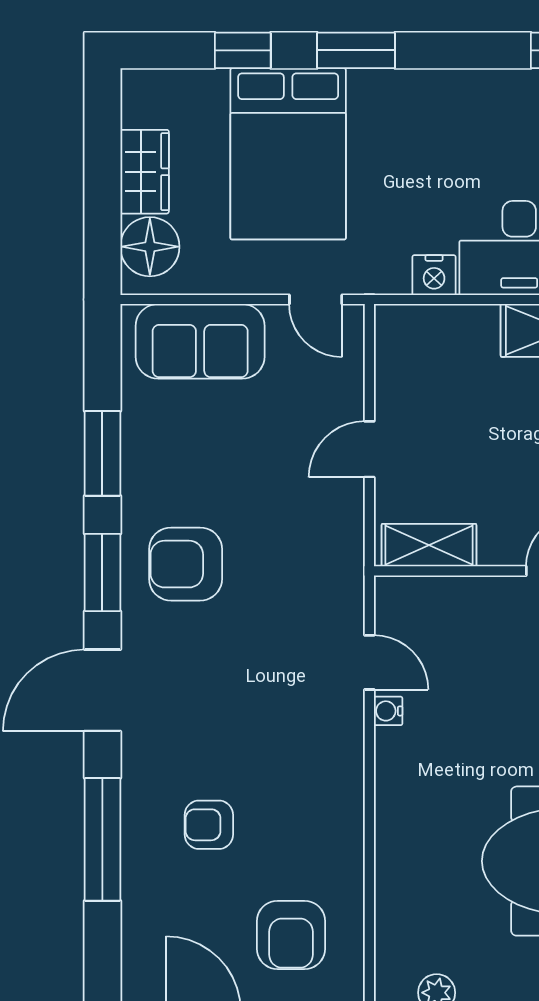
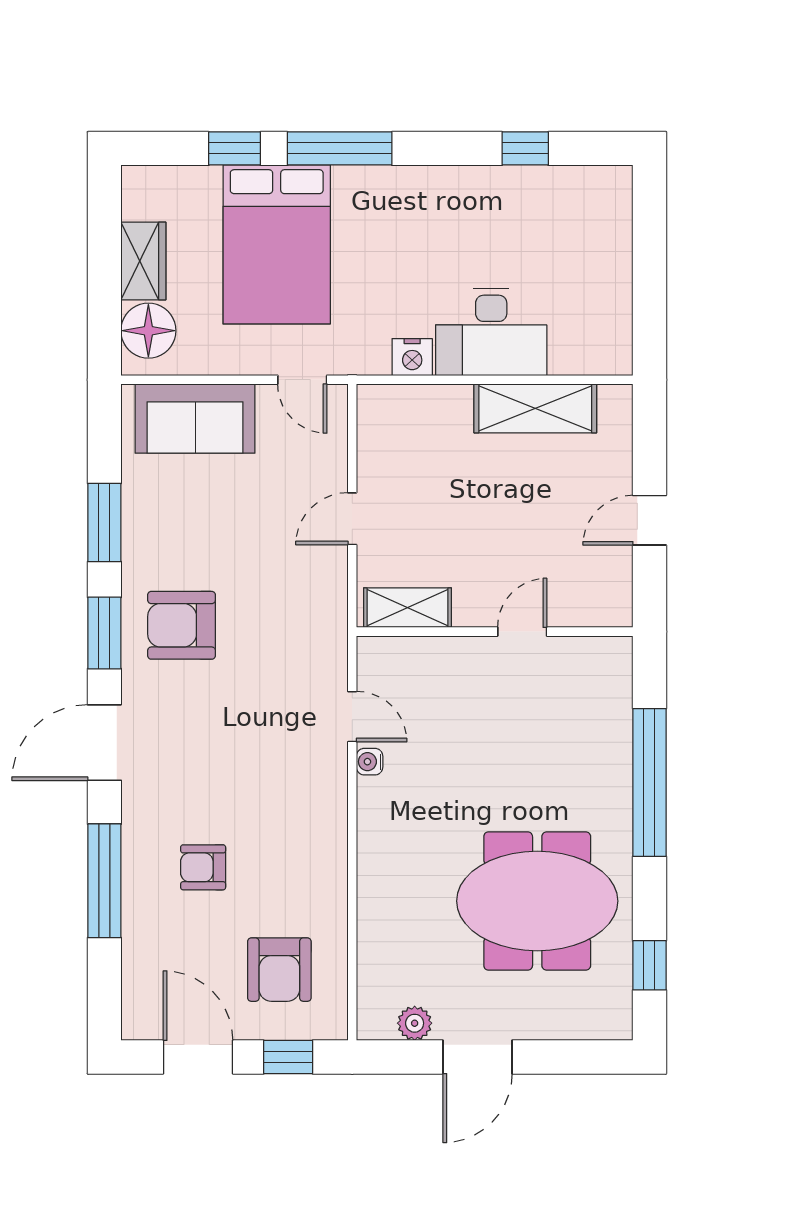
window: (356, 50) -> (340, 148), width x1.44

